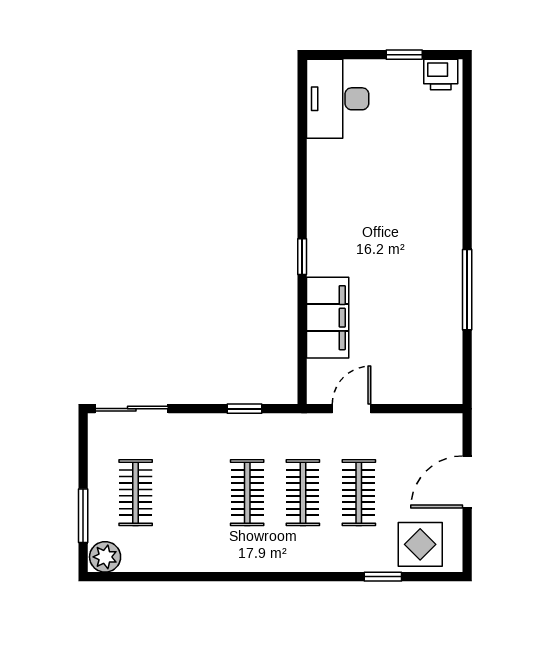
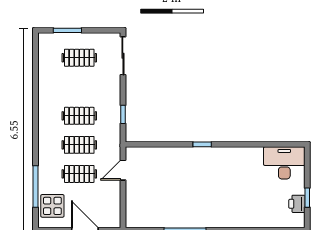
printer: (441, 75) -> (297, 204), moved
filing cabinet: (328, 318) -> (170, 158), removed
door: (352, 409) -> (123, 170), swing flipped
plant: (105, 557) -> (46, 42), removed
window: (383, 577) -> (35, 186), width x2.17

